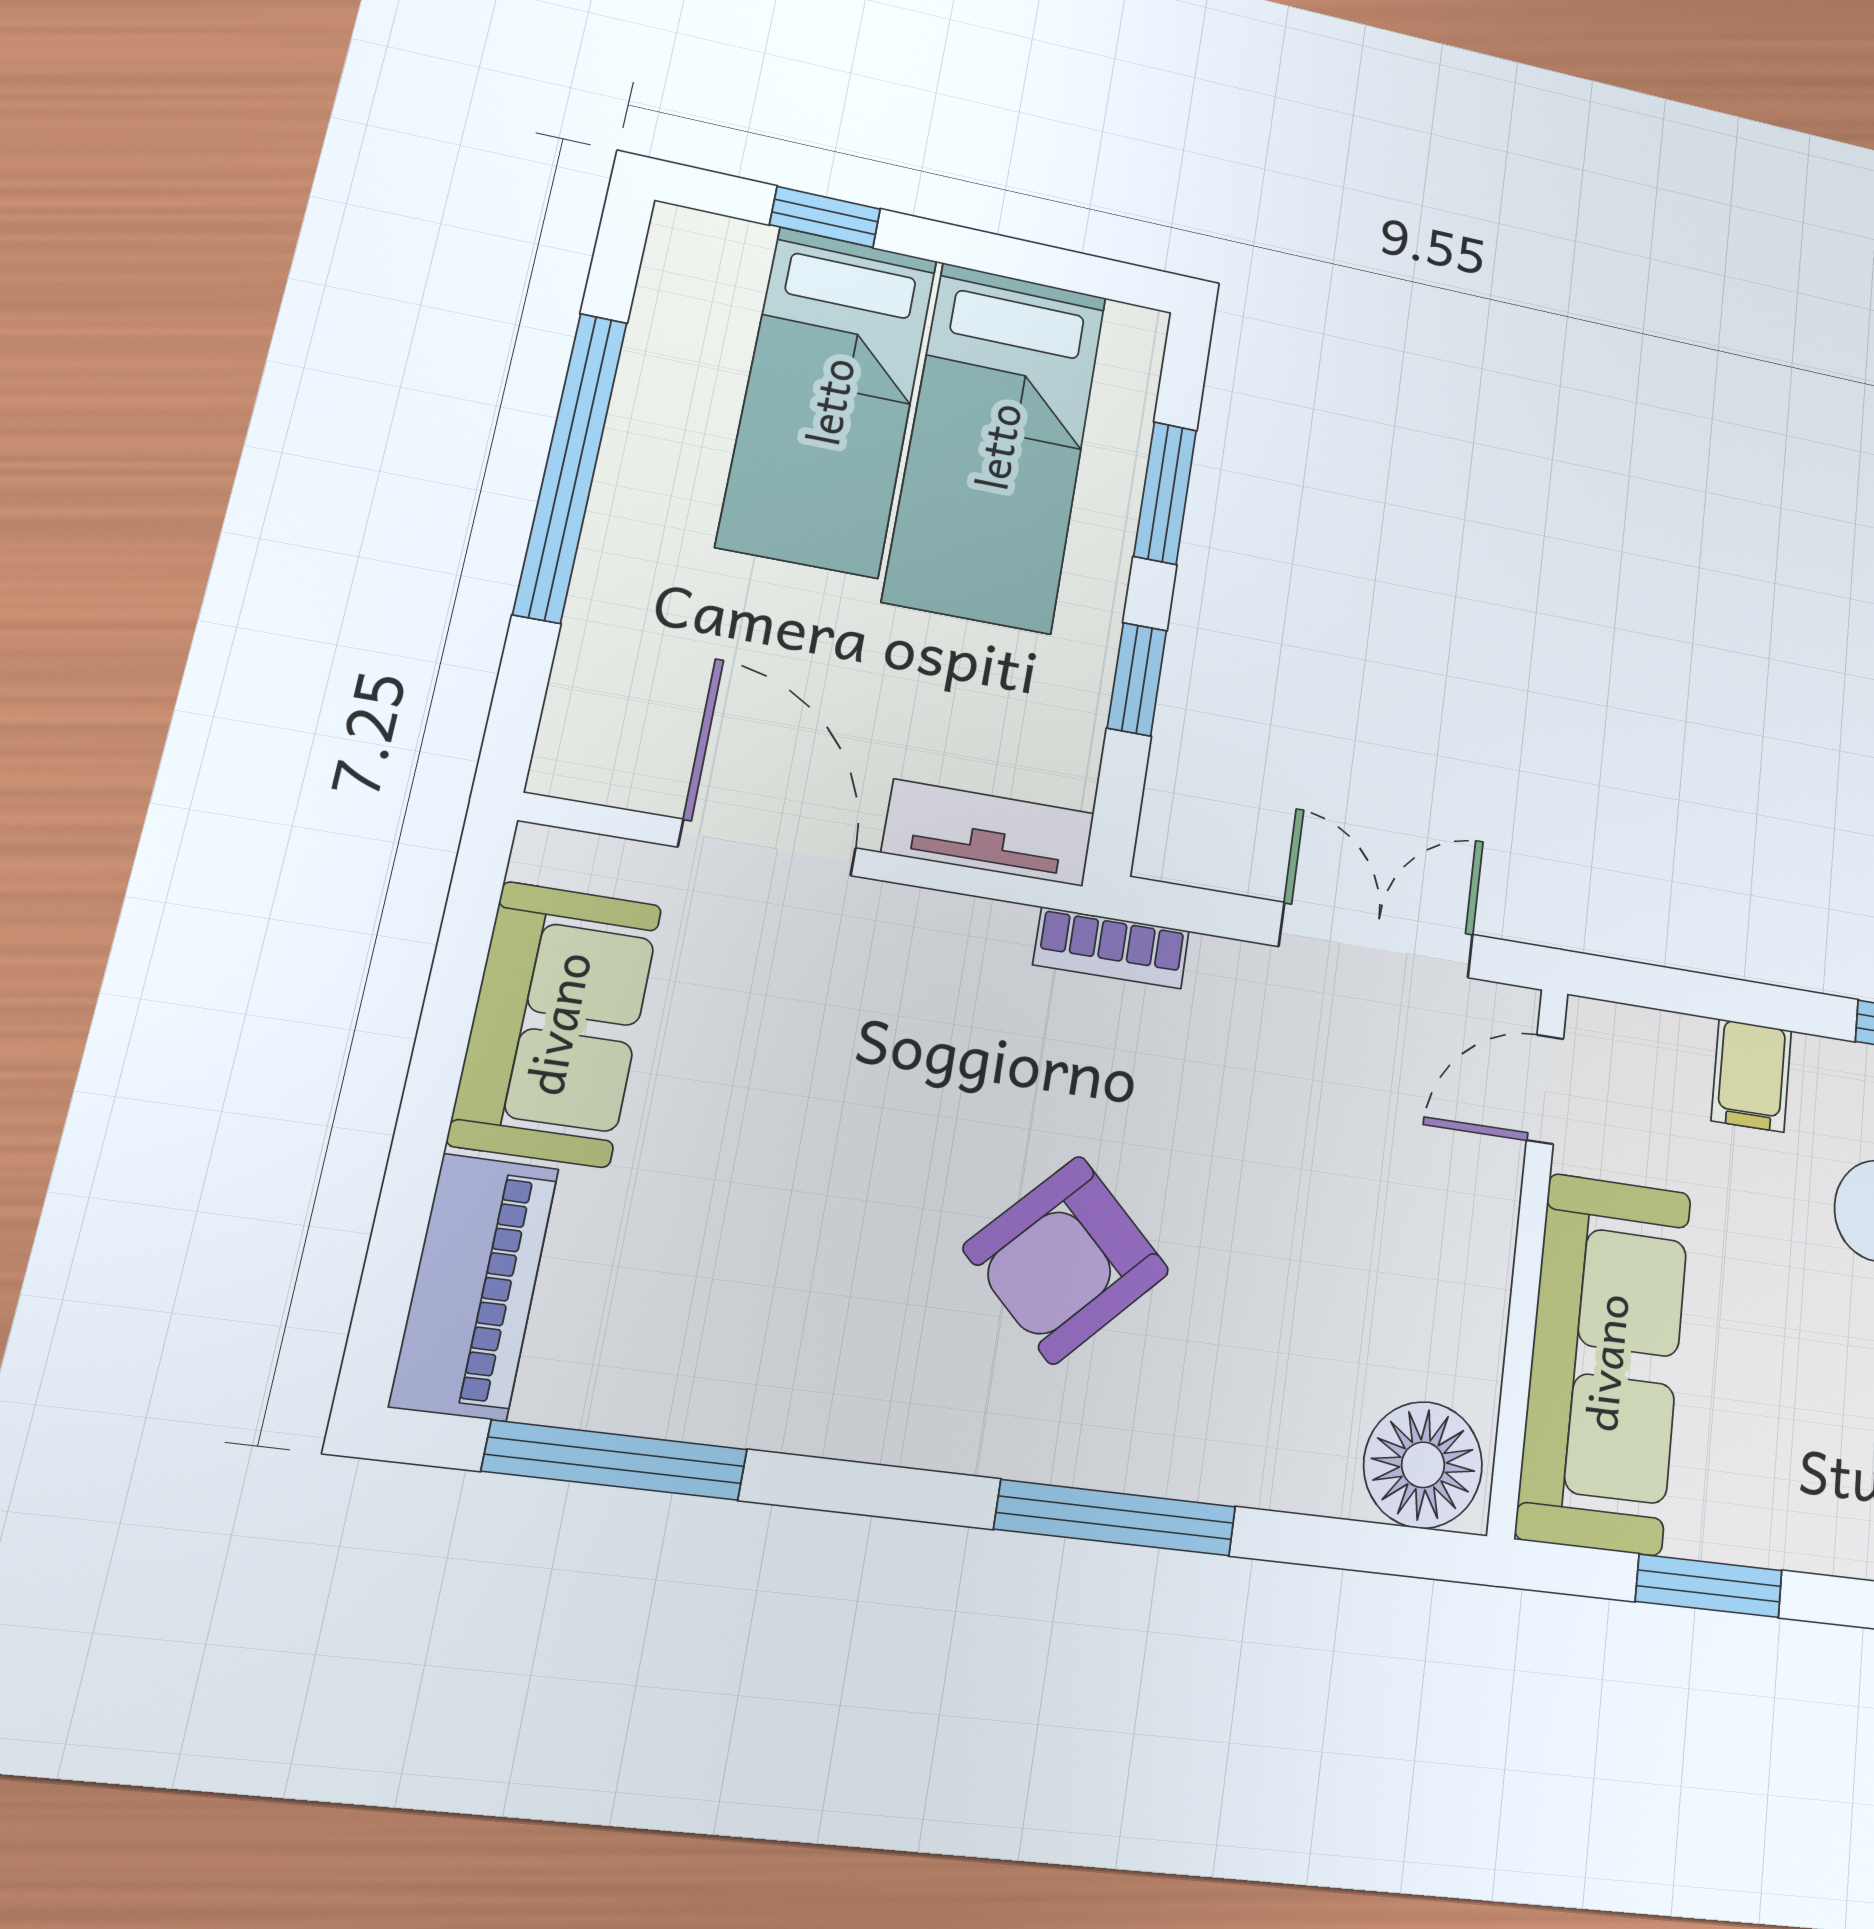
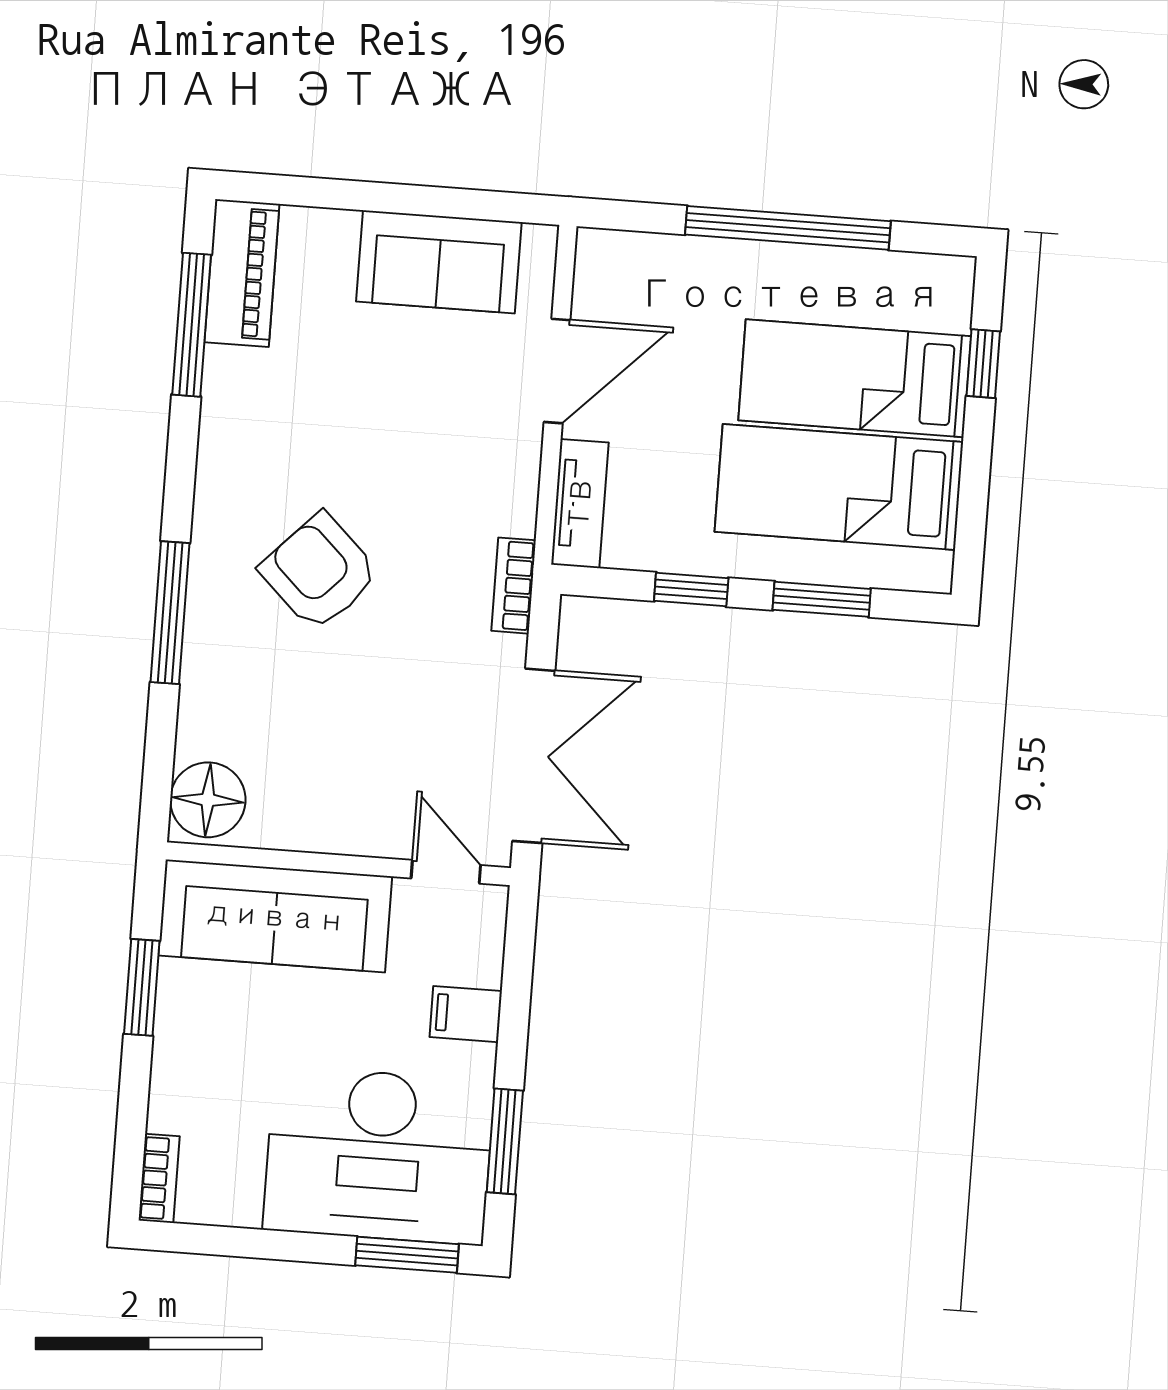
double door: (1377, 940) -> (534, 756), width x1.37
piano: (474, 1286) -> (242, 273), moved, turned -90

